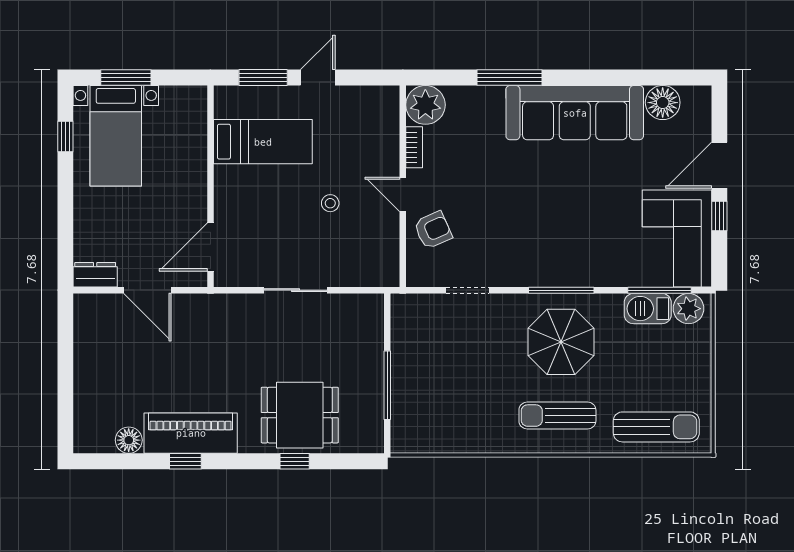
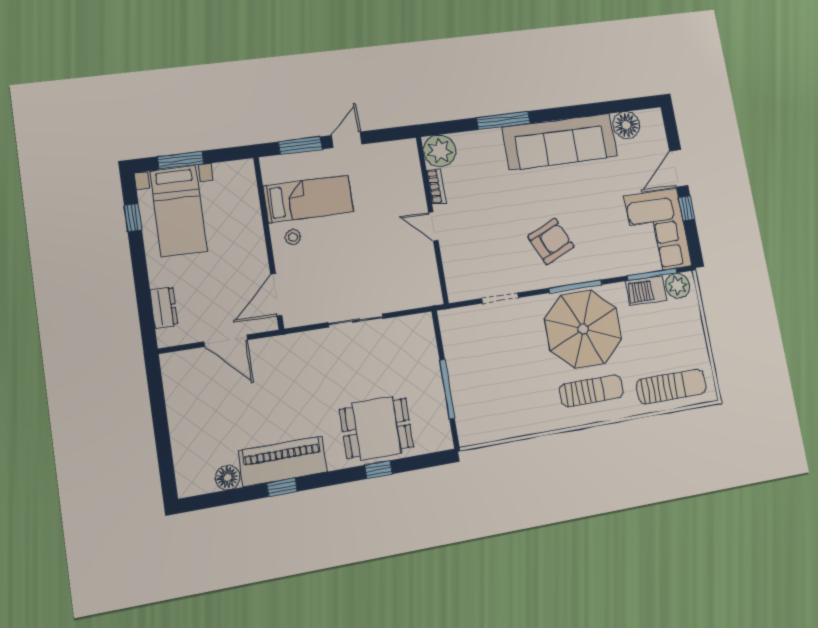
stool: (330, 203) -> (293, 237), moved
armchair: (433, 230) -> (551, 241), moved, width x1.38, depth x1.38
dresser: (95, 275) -> (164, 307), moved, turned 90
parasol: (561, 342) -> (583, 329), width x1.36, depth x1.36
sun lounger: (557, 416) -> (591, 391), turned 180

